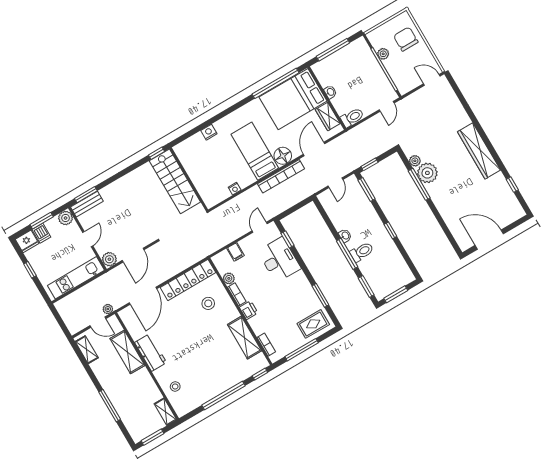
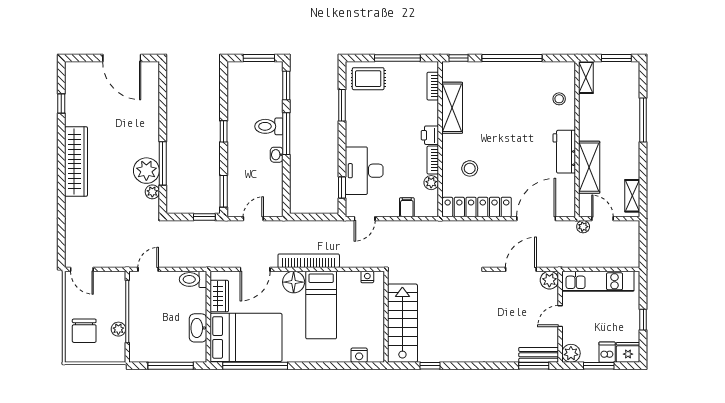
washbasin: (330, 92) -> (198, 328), width x1.91, depth x1.45
wall: (189, 179) -> (386, 317), moved
stairs: (175, 181) -> (402, 323), moved

